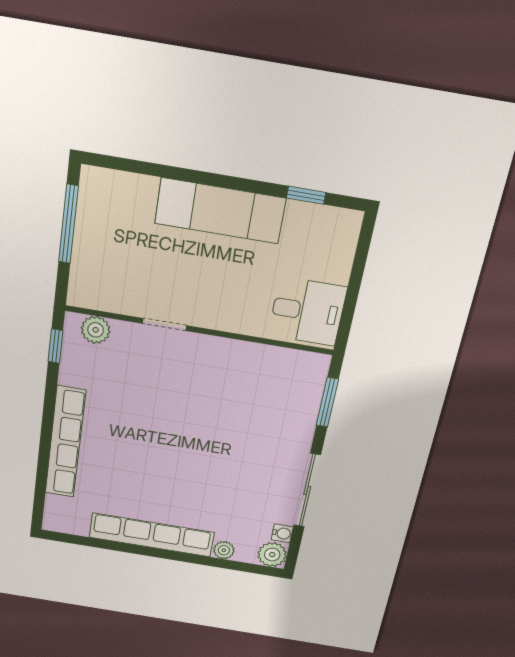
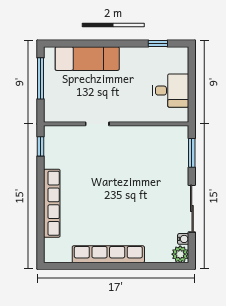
exam couch: (220, 211) -> (87, 59), moved
desk: (307, 311) -> (171, 91), moved
plant: (96, 330) -> (61, 133), removed
plant: (224, 550) -> (152, 257), removed

